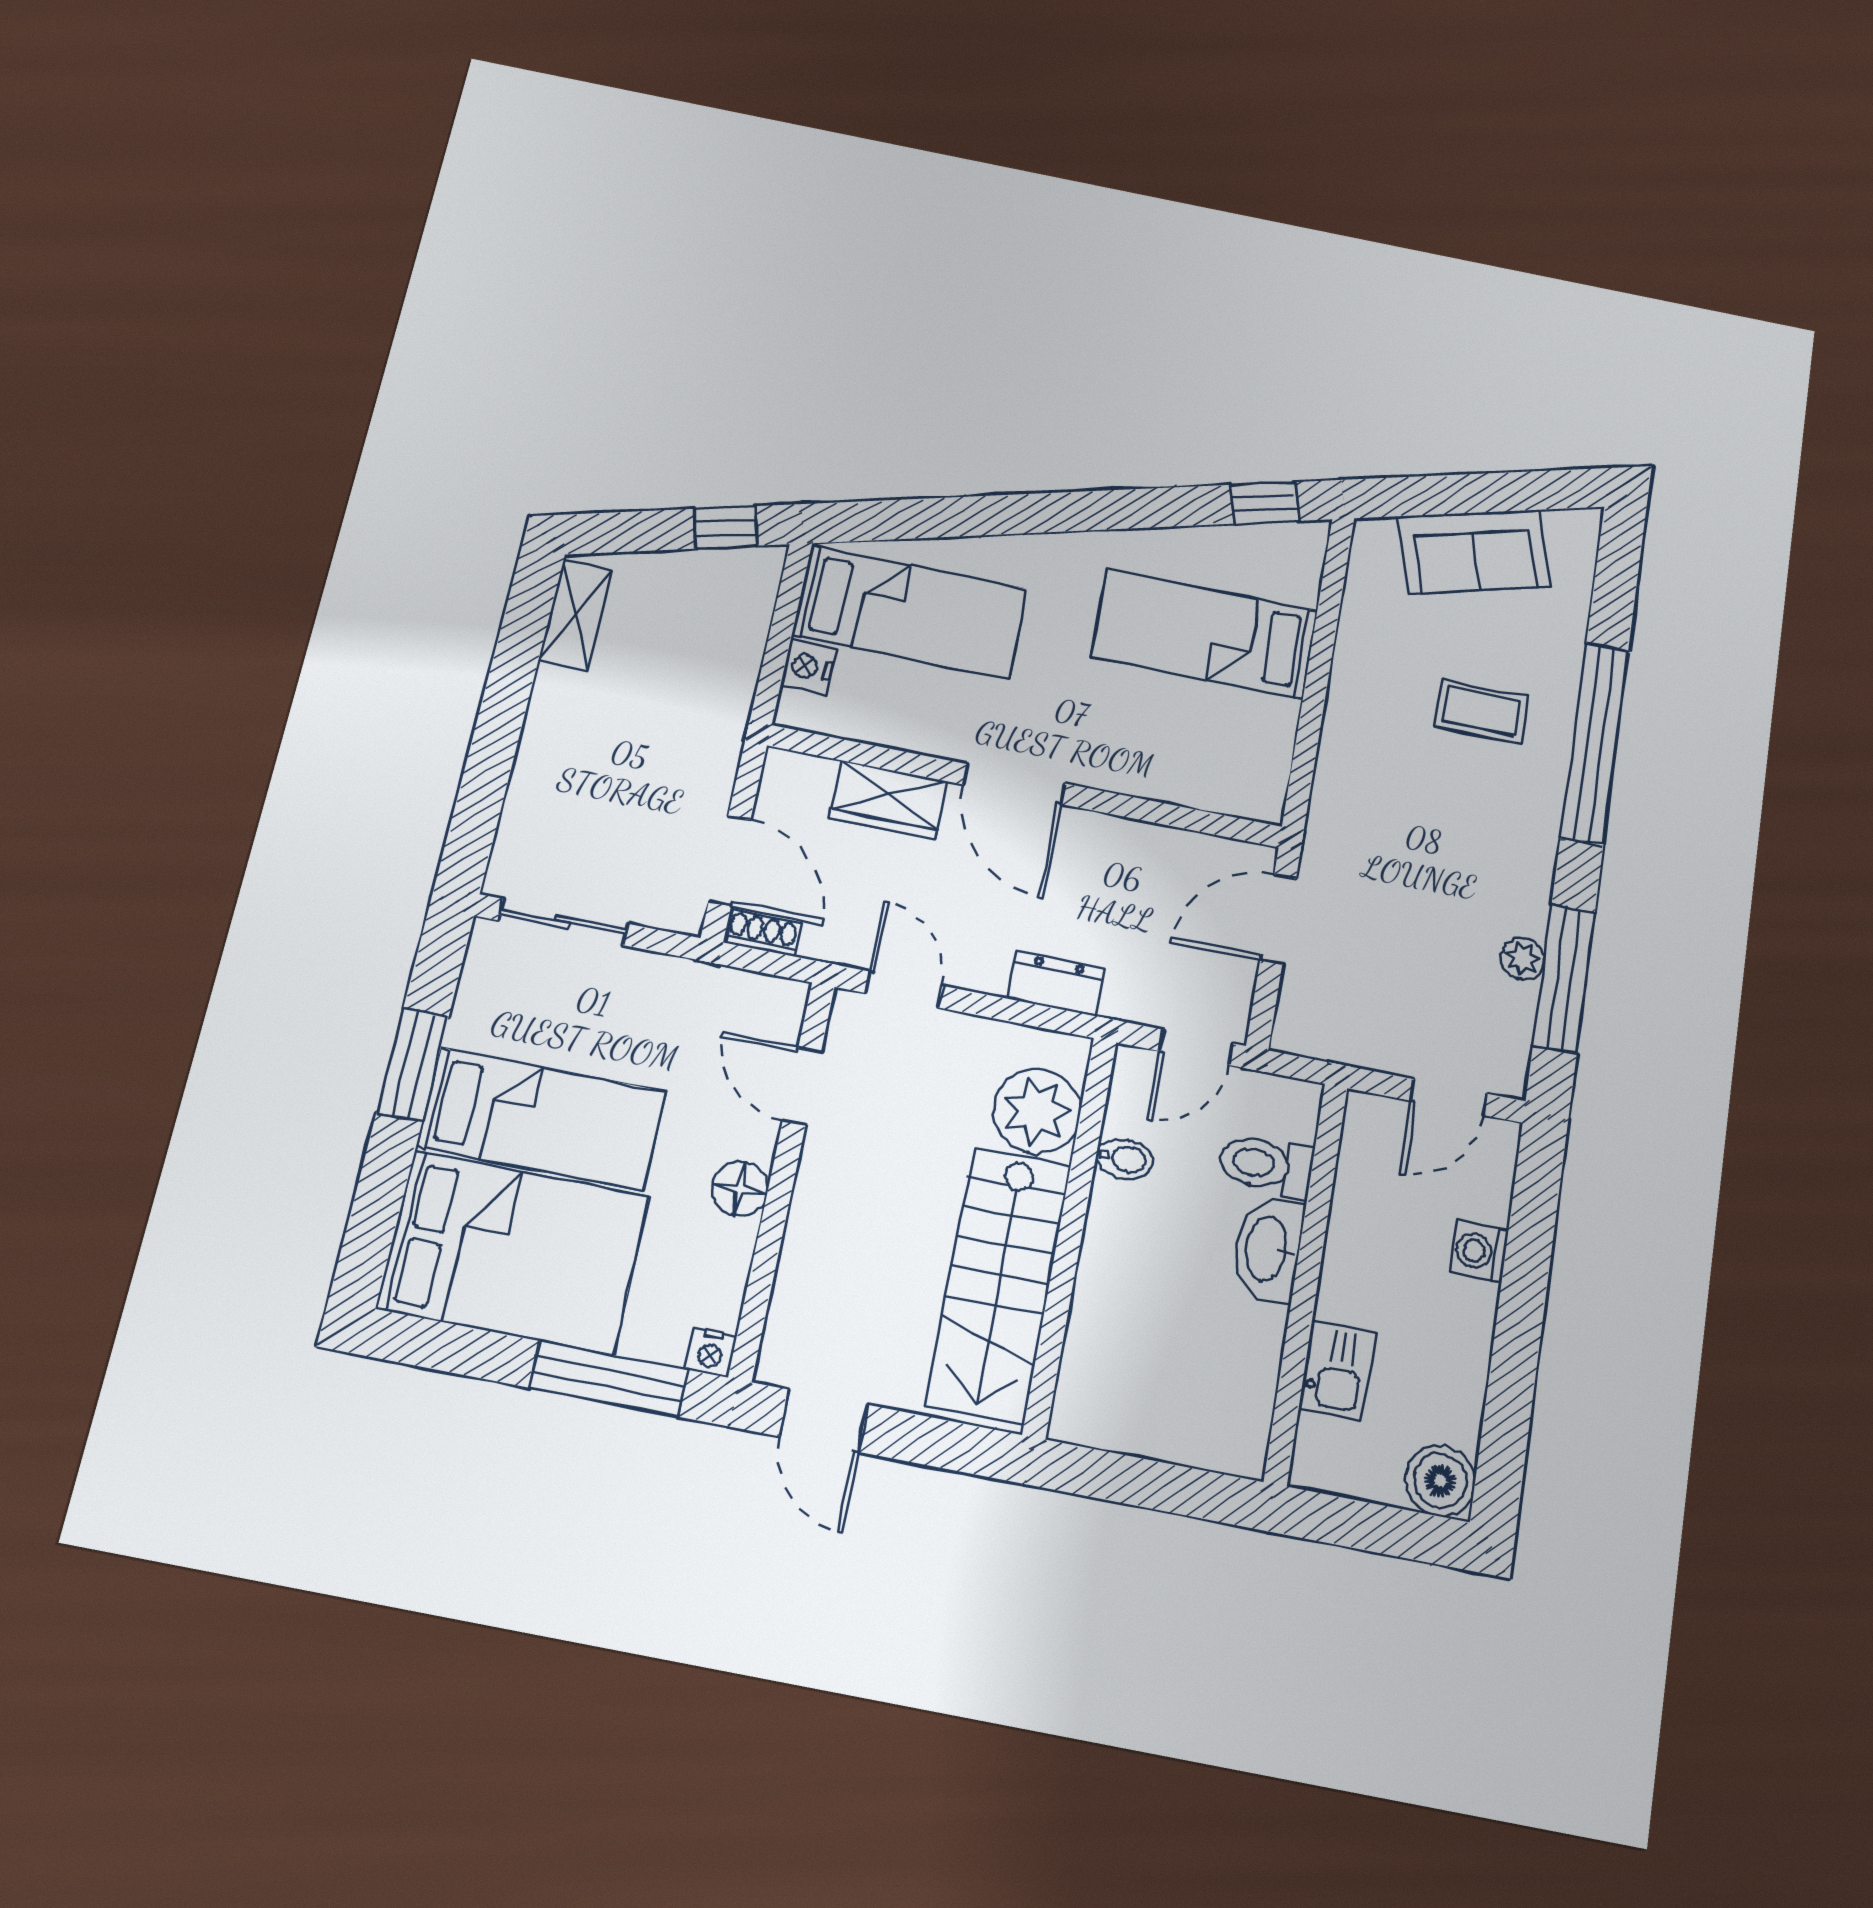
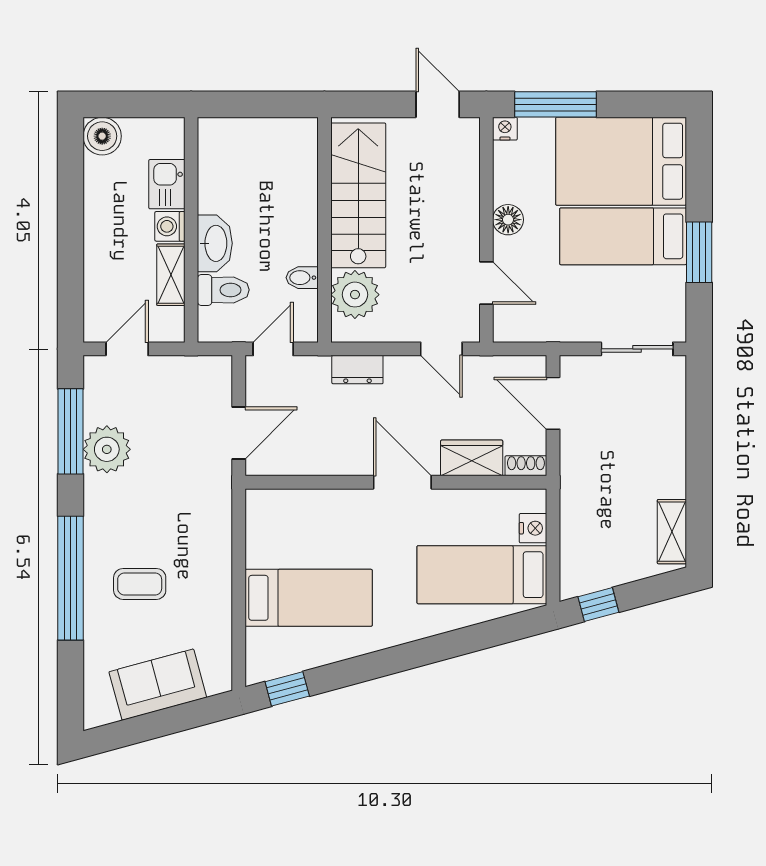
shoe rack: (763, 933) -> (526, 466), moved, turned 180
plant: (1523, 959) -> (107, 449), width x1.87, depth x1.87
shelving: (1354, 1209) -> (171, 275), added
washing machine: (1479, 1251) -> (170, 226), moved, turned 180

